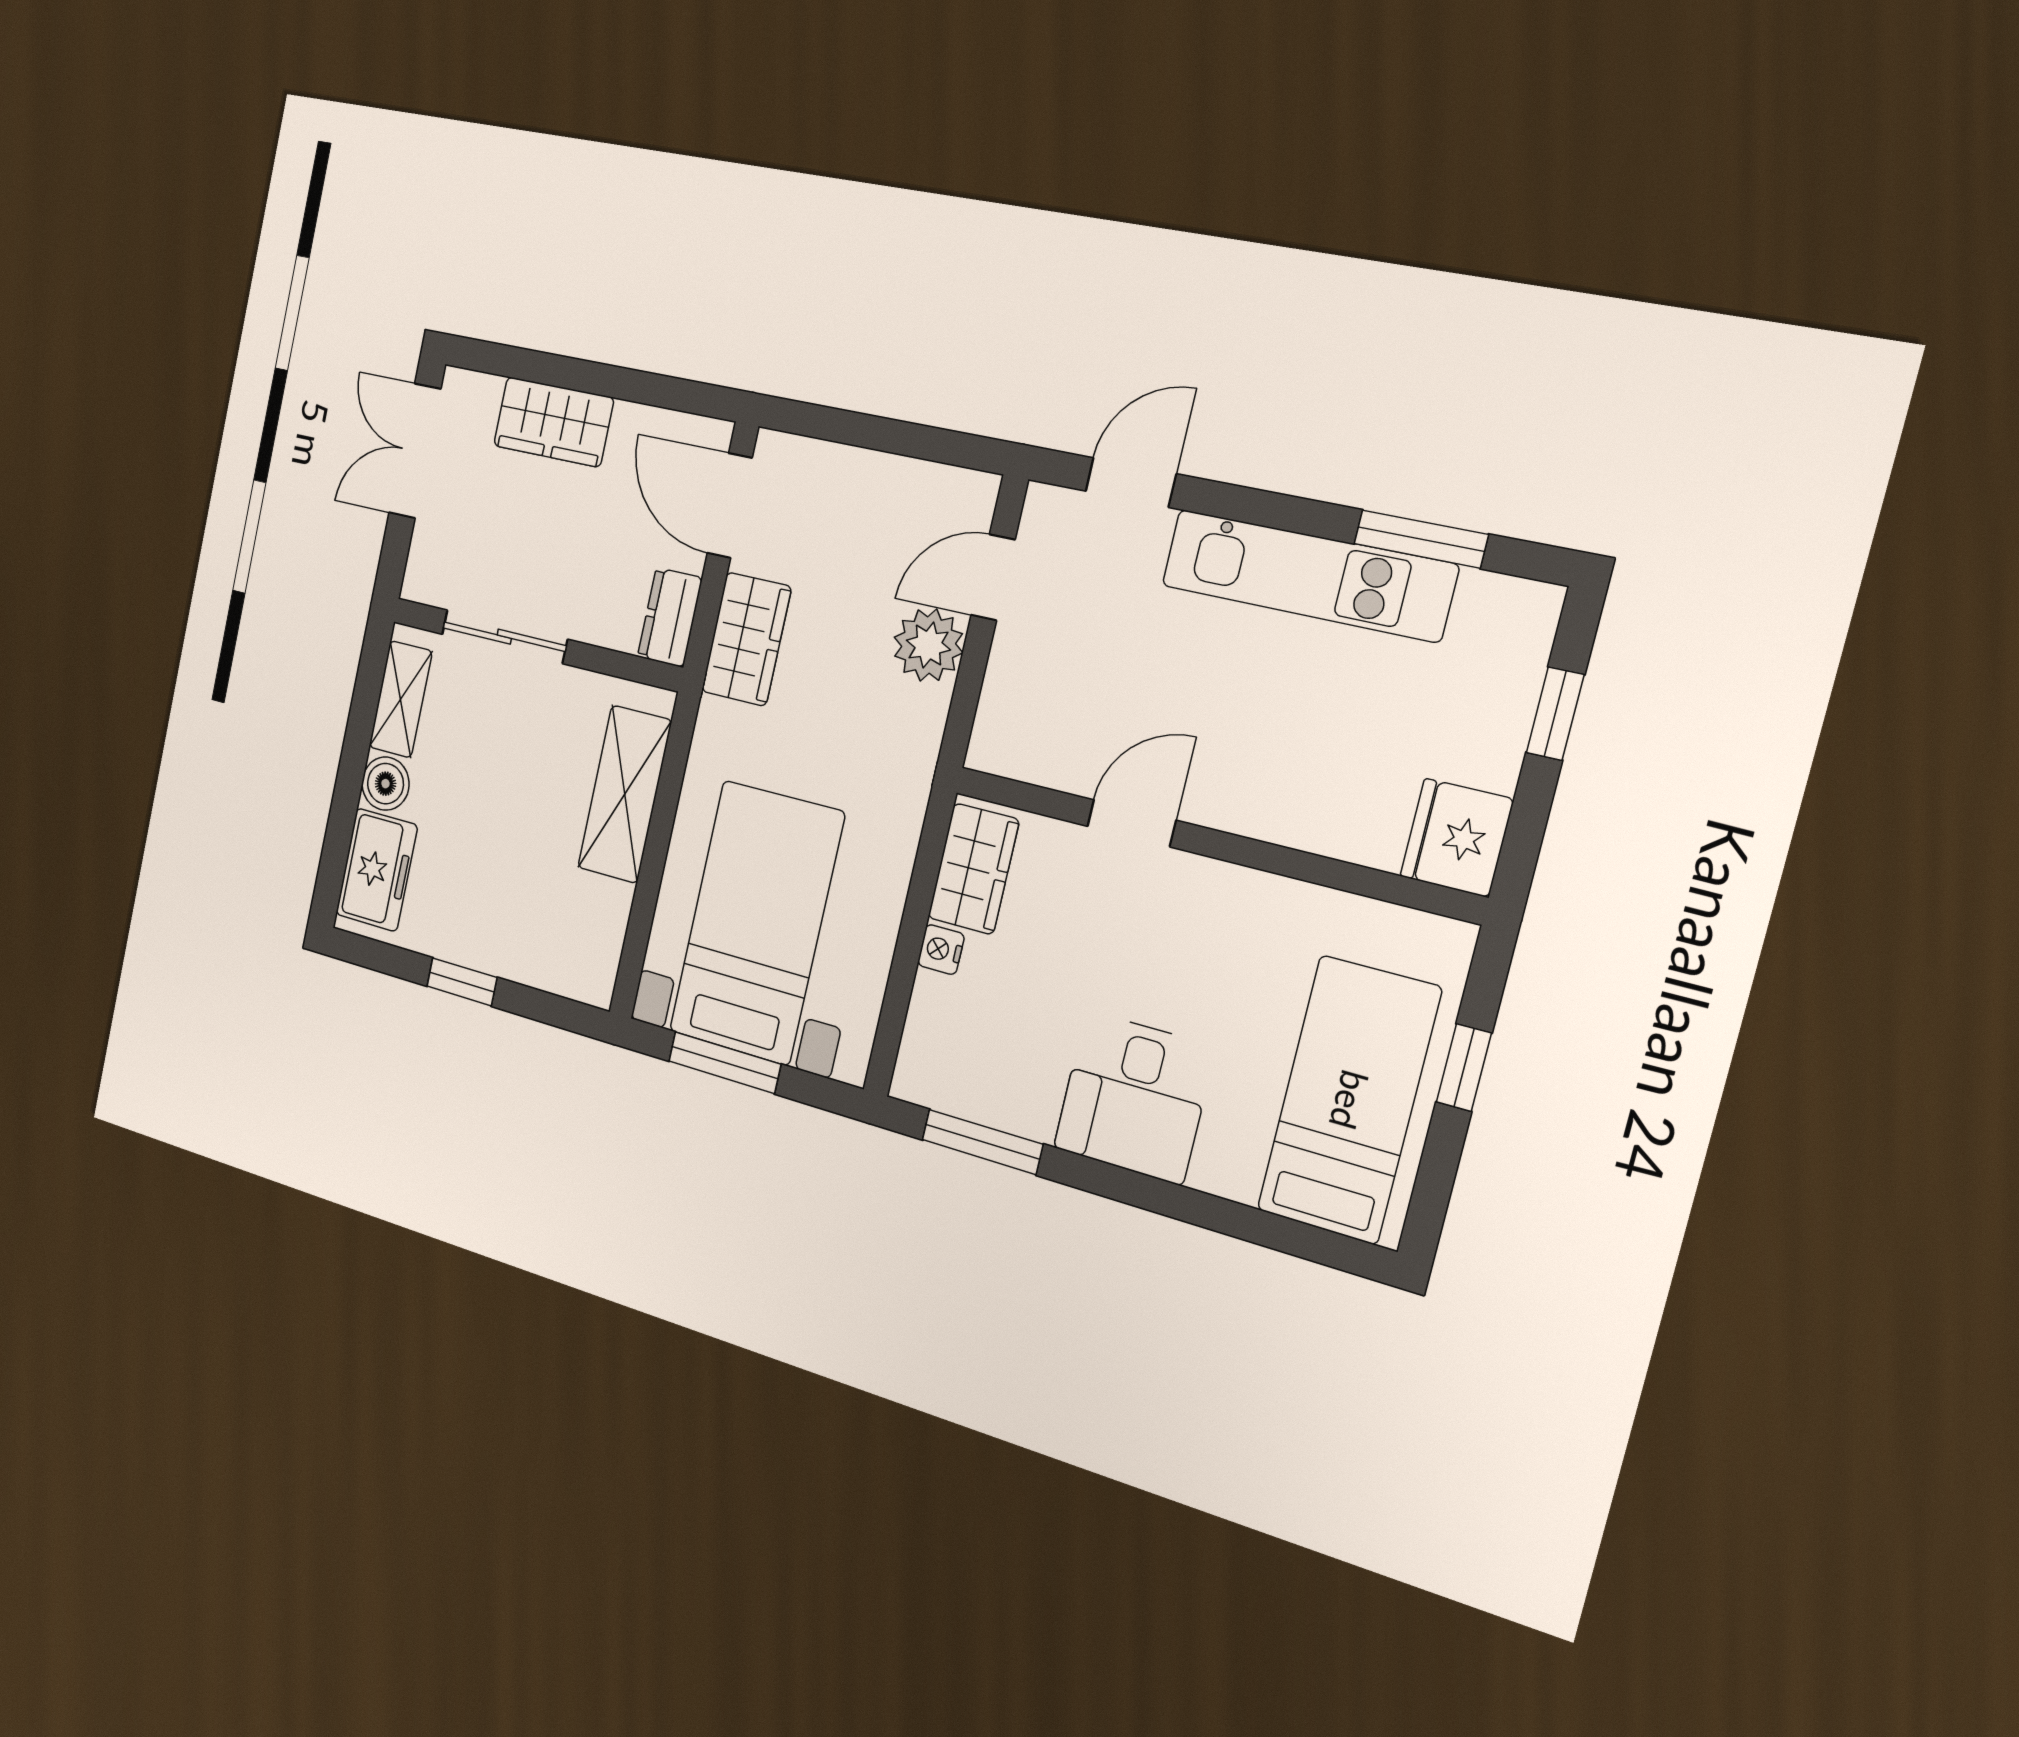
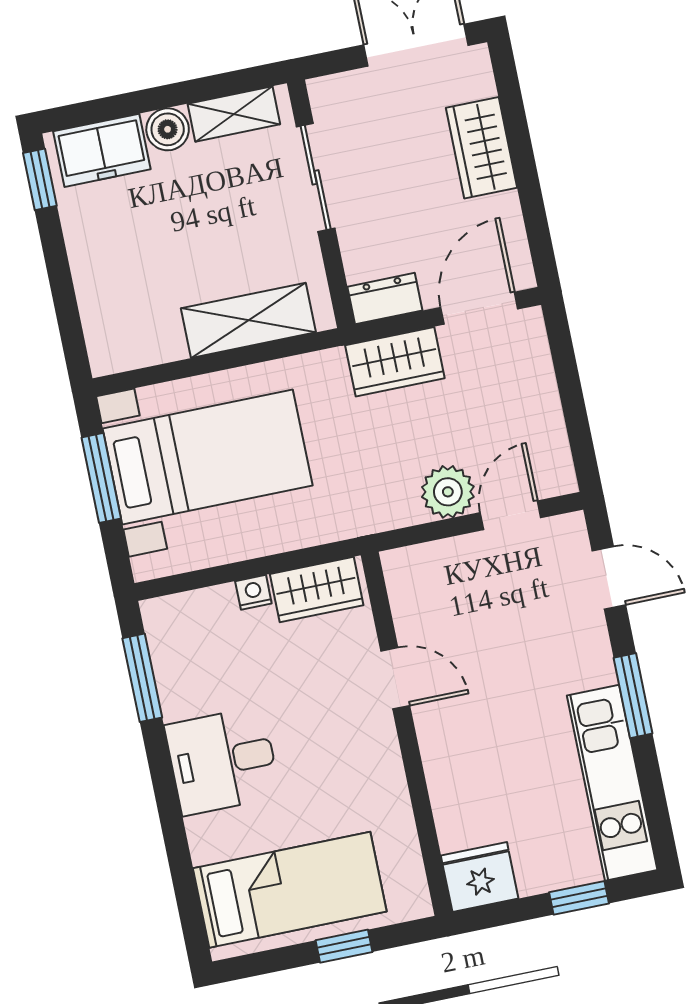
window: (1421, 539) -> (633, 696), moved
kitchen unit: (1308, 575) -> (612, 783), moved
door: (993, 577) -> (511, 515), hinge flipped
window: (462, 982) -> (40, 179), moved

